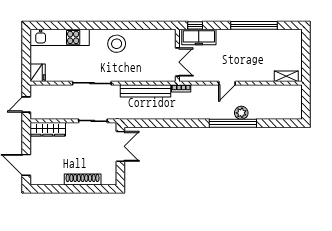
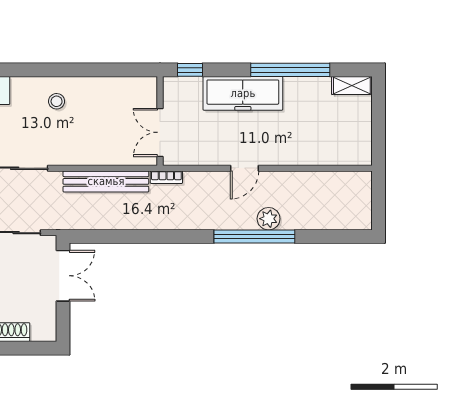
freezer: (199, 37) -> (243, 93), moved, width x1.36, depth x1.26
stool: (117, 44) -> (57, 101), width x0.53, depth x0.53
double door: (177, 62) -> (160, 132), swing flipped
shelving: (286, 76) -> (352, 85), moved

